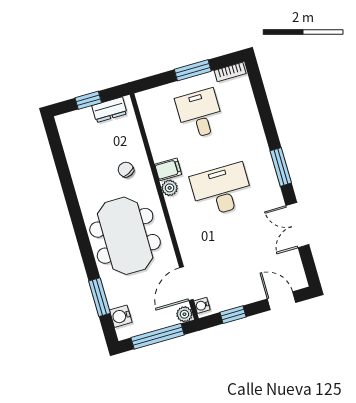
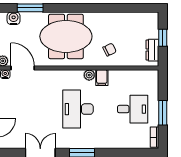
desk: (222, 190) -> (78, 109), turned 180

